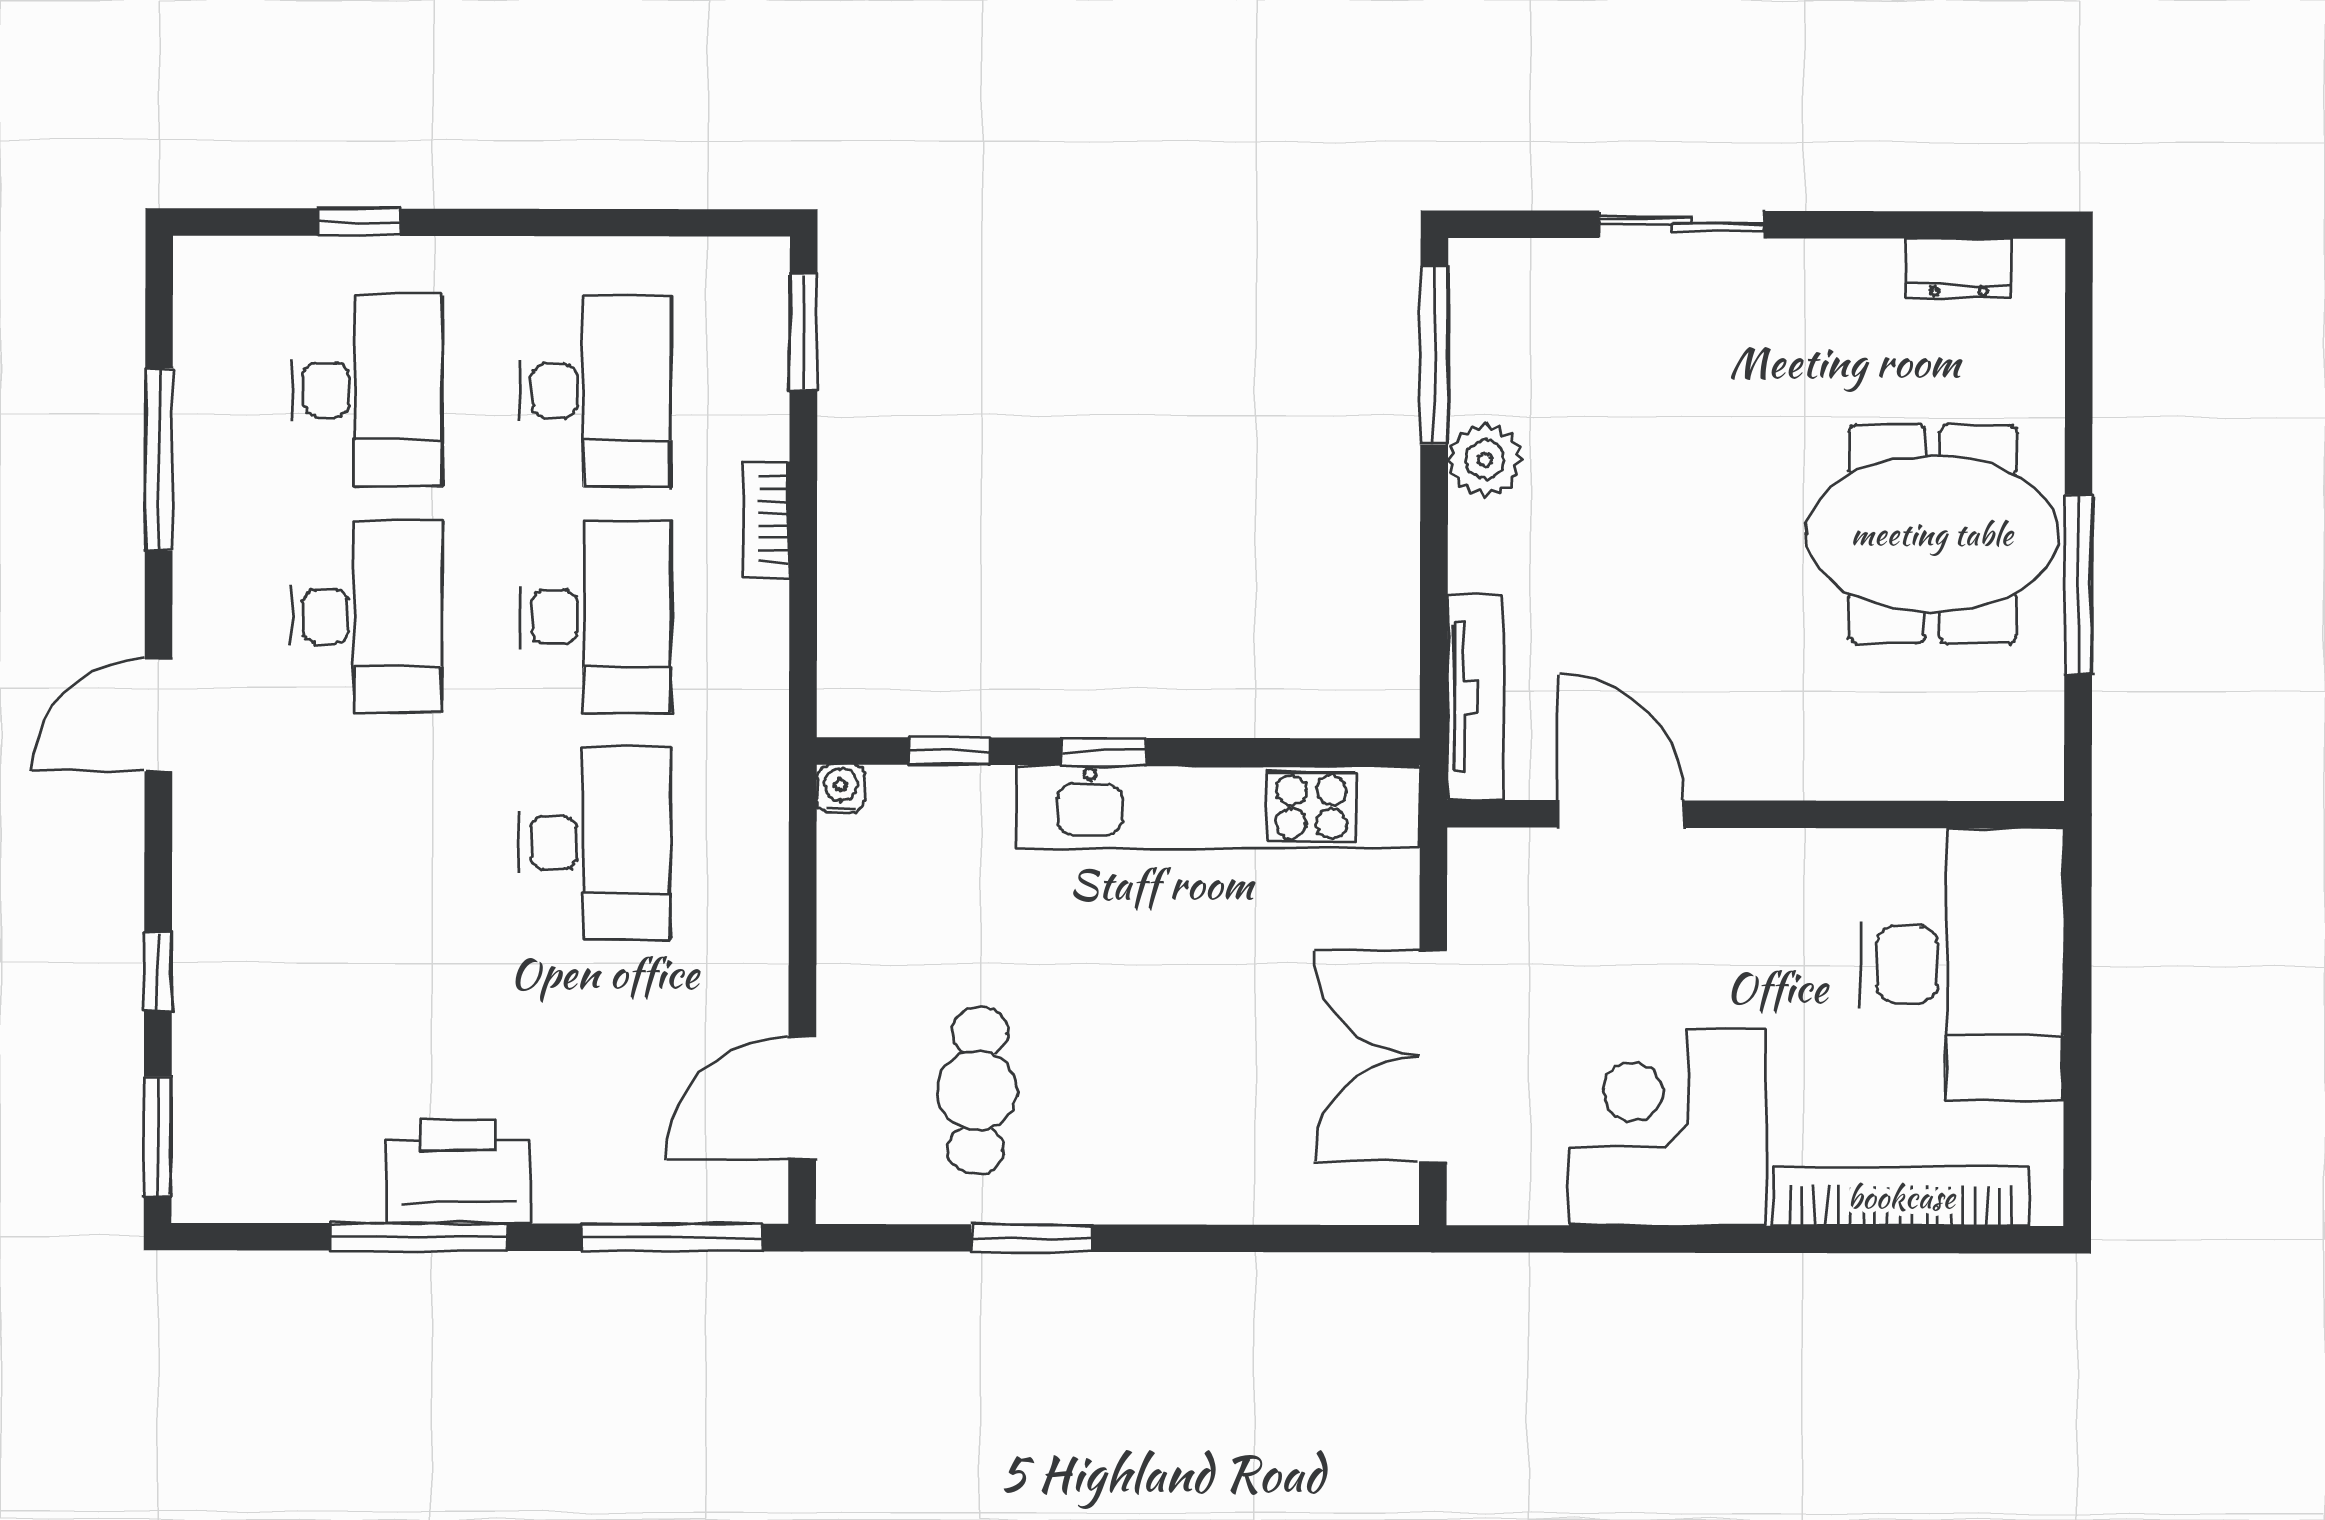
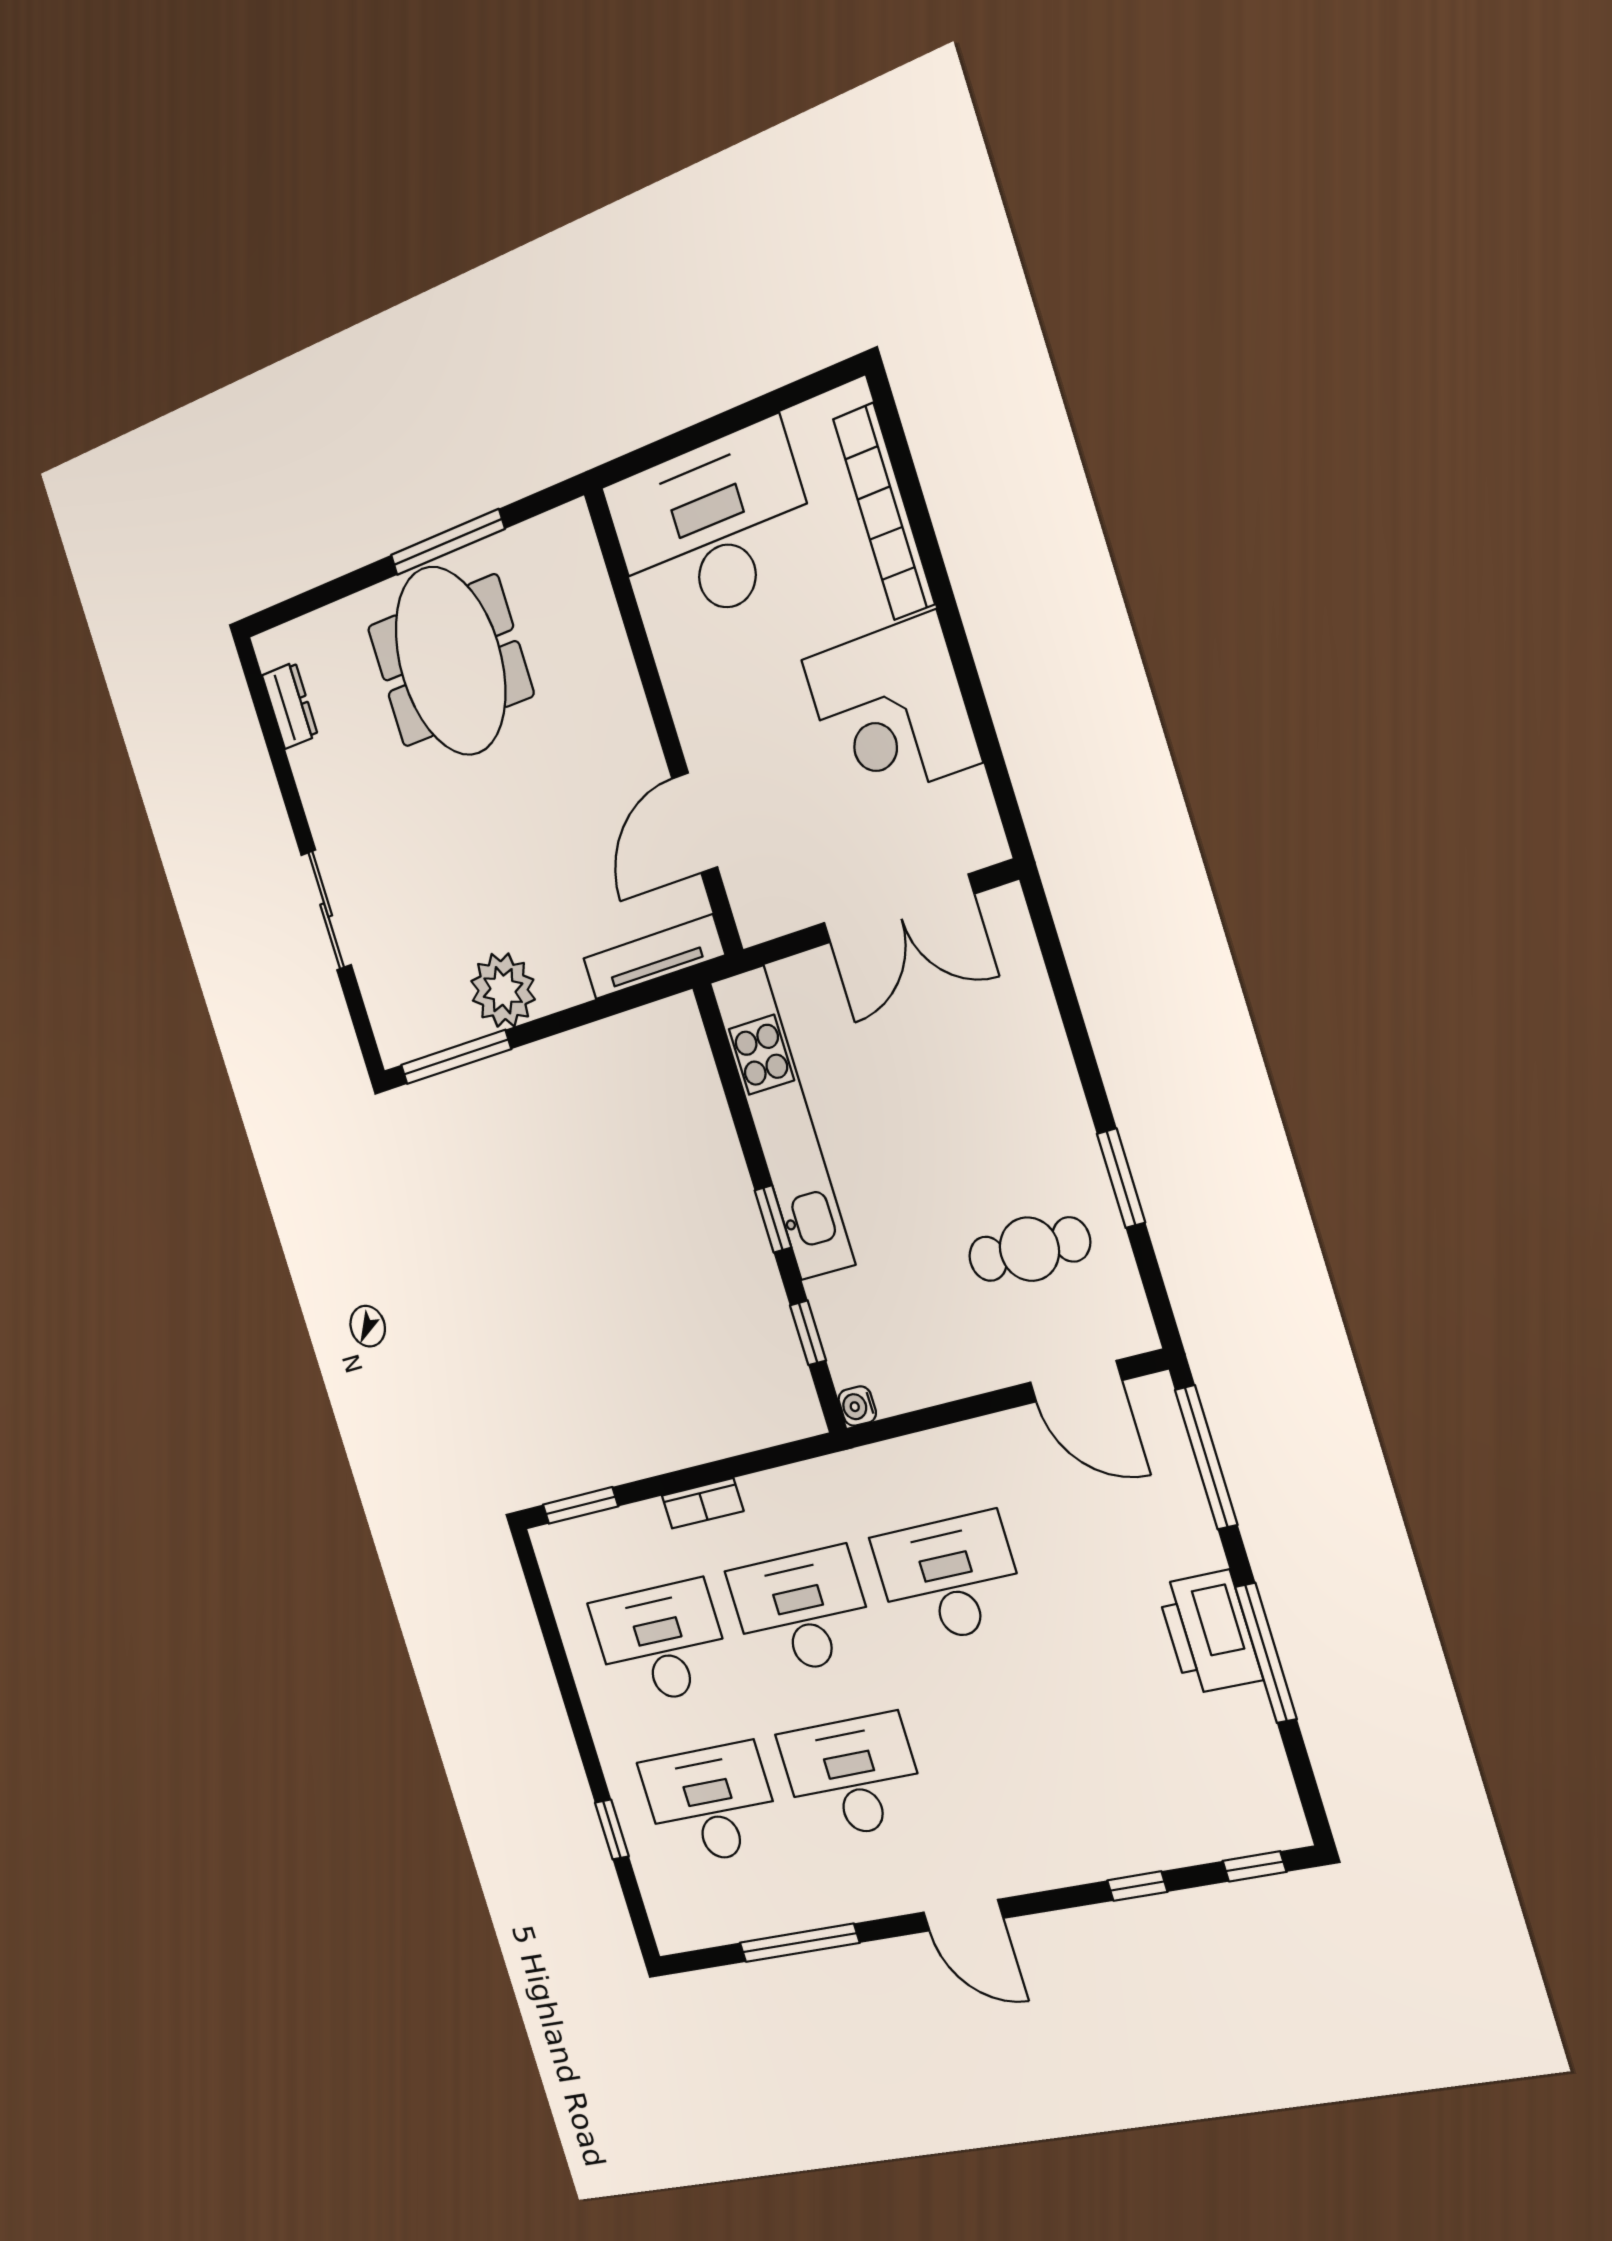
plant: (1485, 460) -> (503, 990), width x1.36, depth x1.36
window: (158, 1137) -> (1254, 1866), width x0.67

